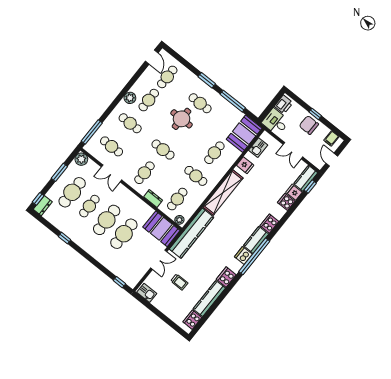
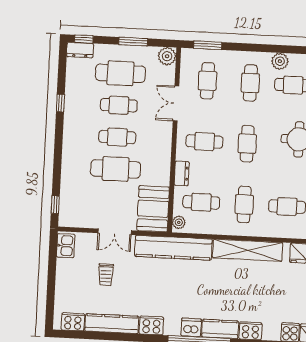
window: (92, 132) -> (208, 45), width x0.69
cafe table: (107, 220) -> (117, 137), width x0.73, depth x0.74

